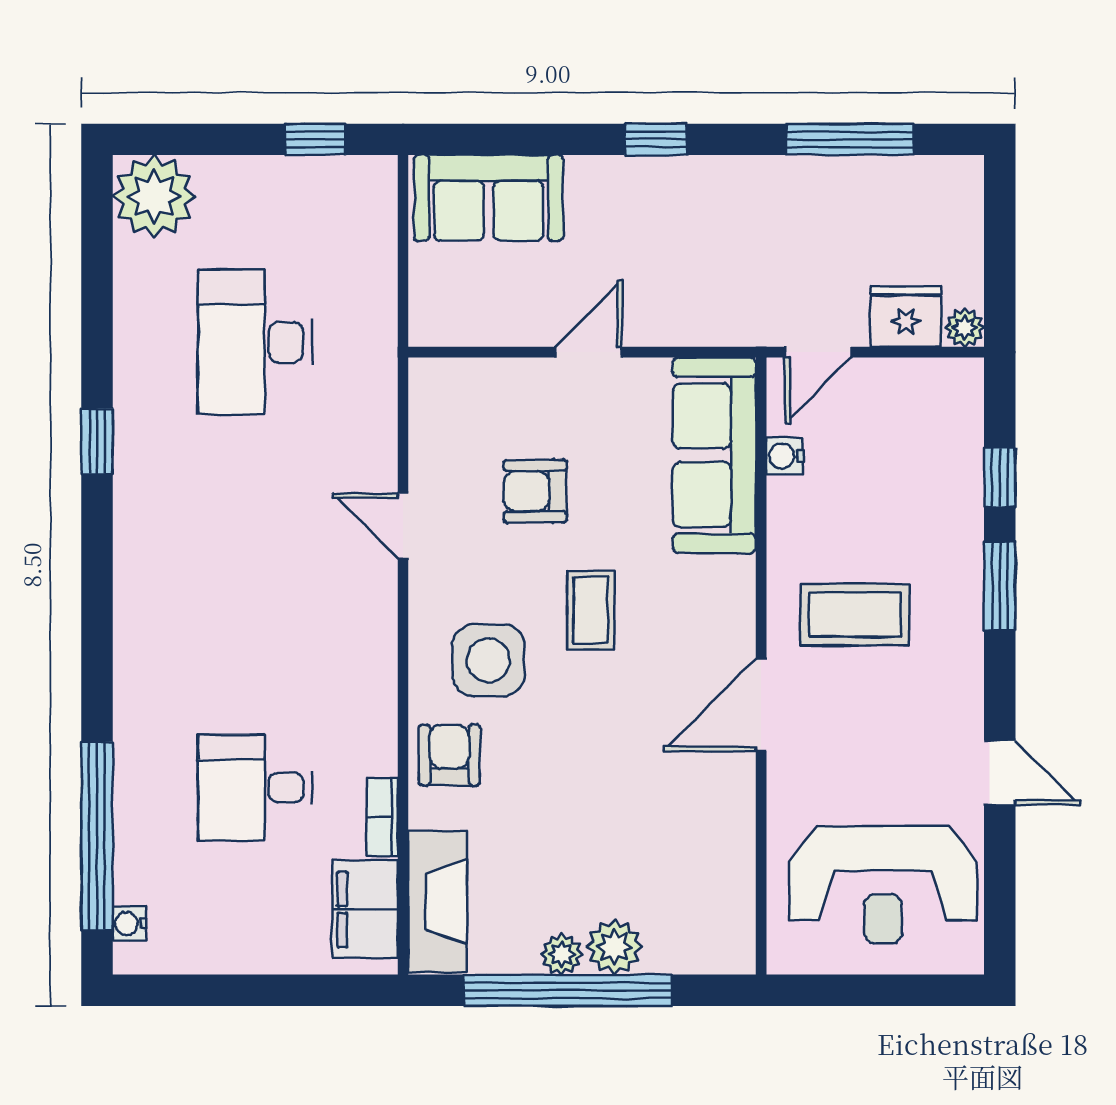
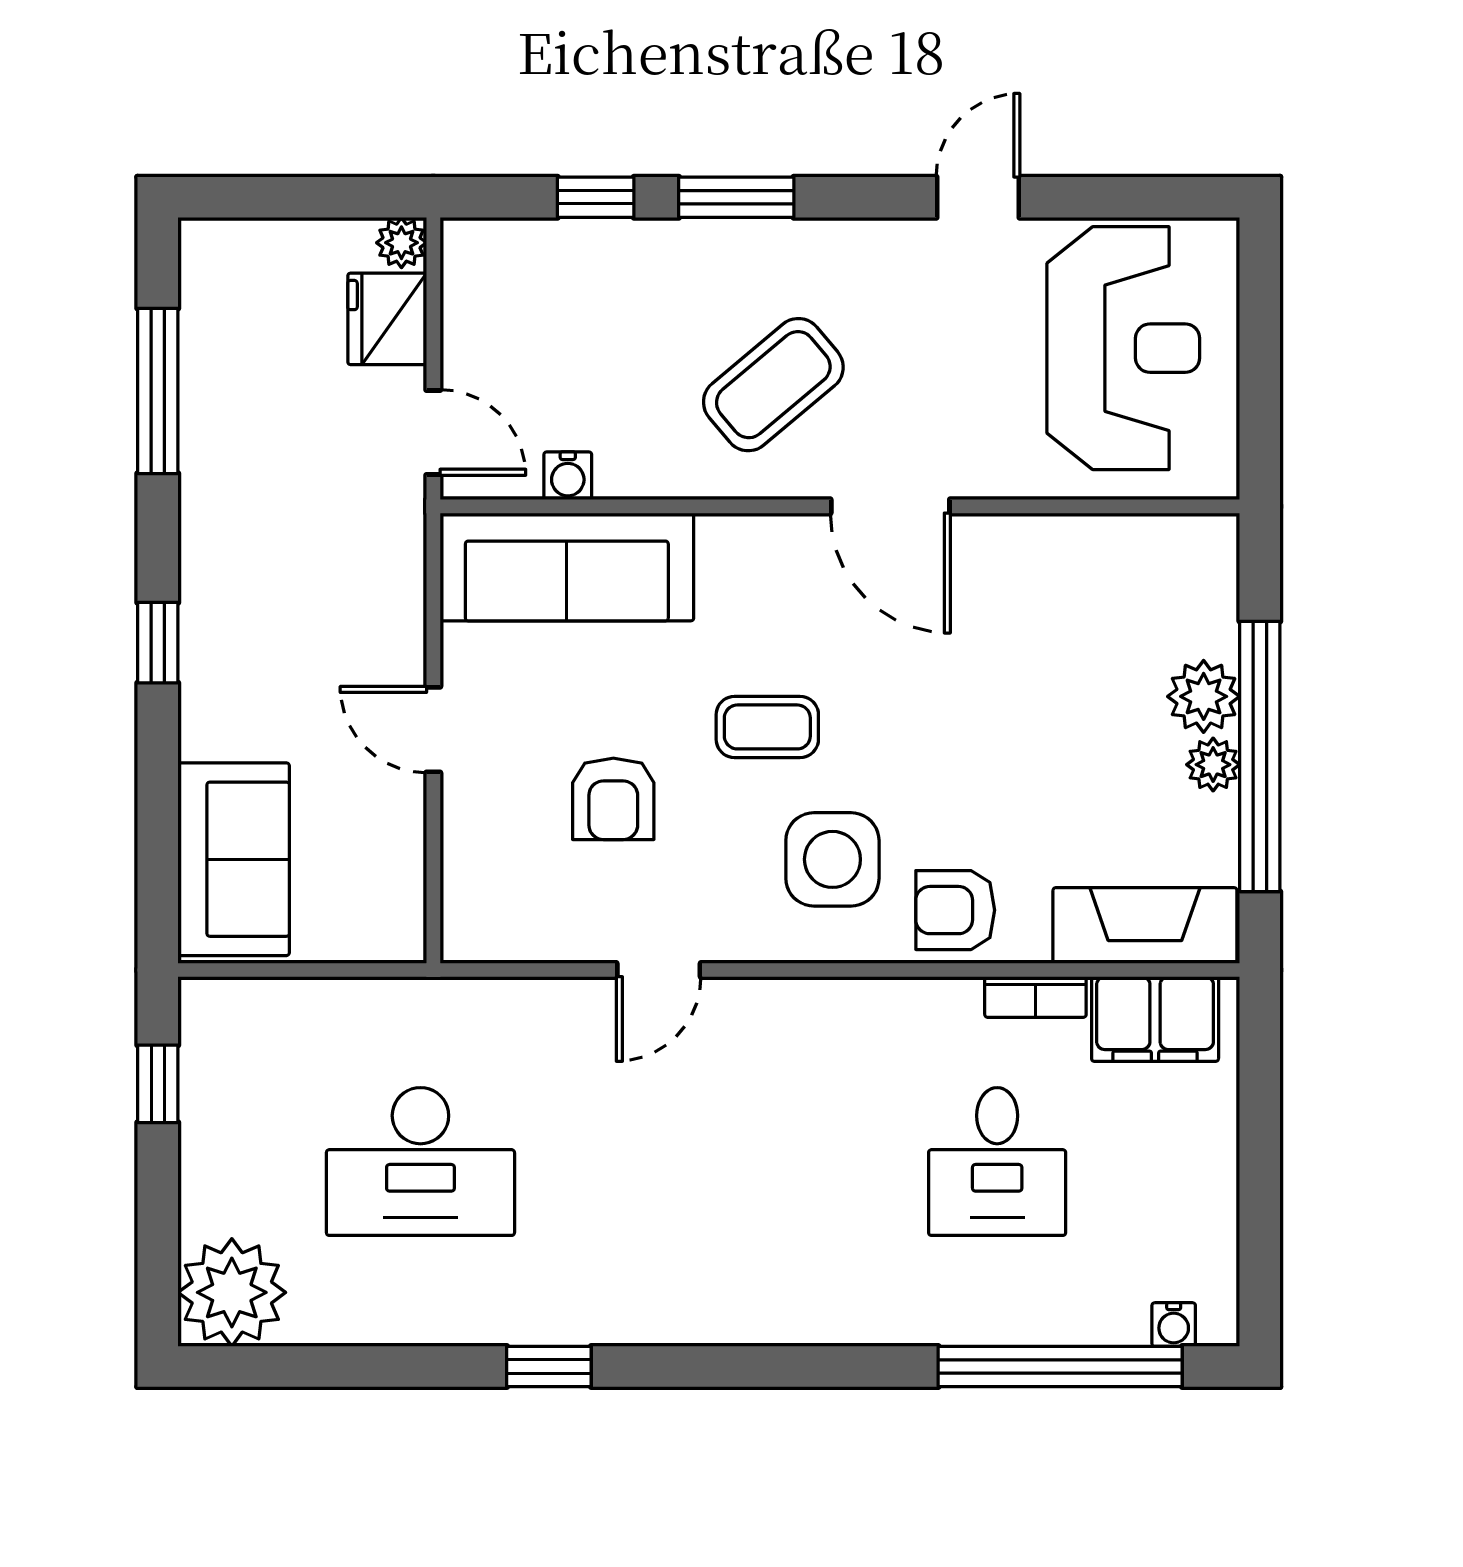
coffee table: (855, 615) -> (773, 385), turned 50

